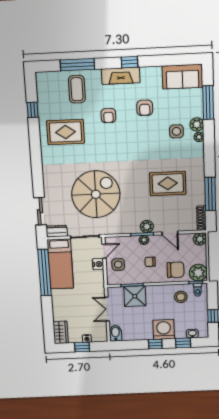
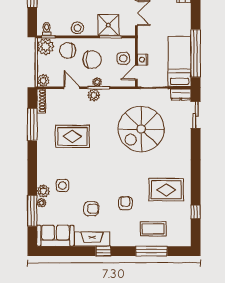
fireplace: (121, 76) -> (92, 239), moved
coffee table: (77, 89) -> (153, 229), turned 90
armchair: (145, 108) -> (91, 209), turned 90
plant: (199, 137) -> (41, 203), moved
chair: (150, 262) -> (92, 60), width x1.87, depth x1.87
stool: (181, 297) -> (77, 28), moved

